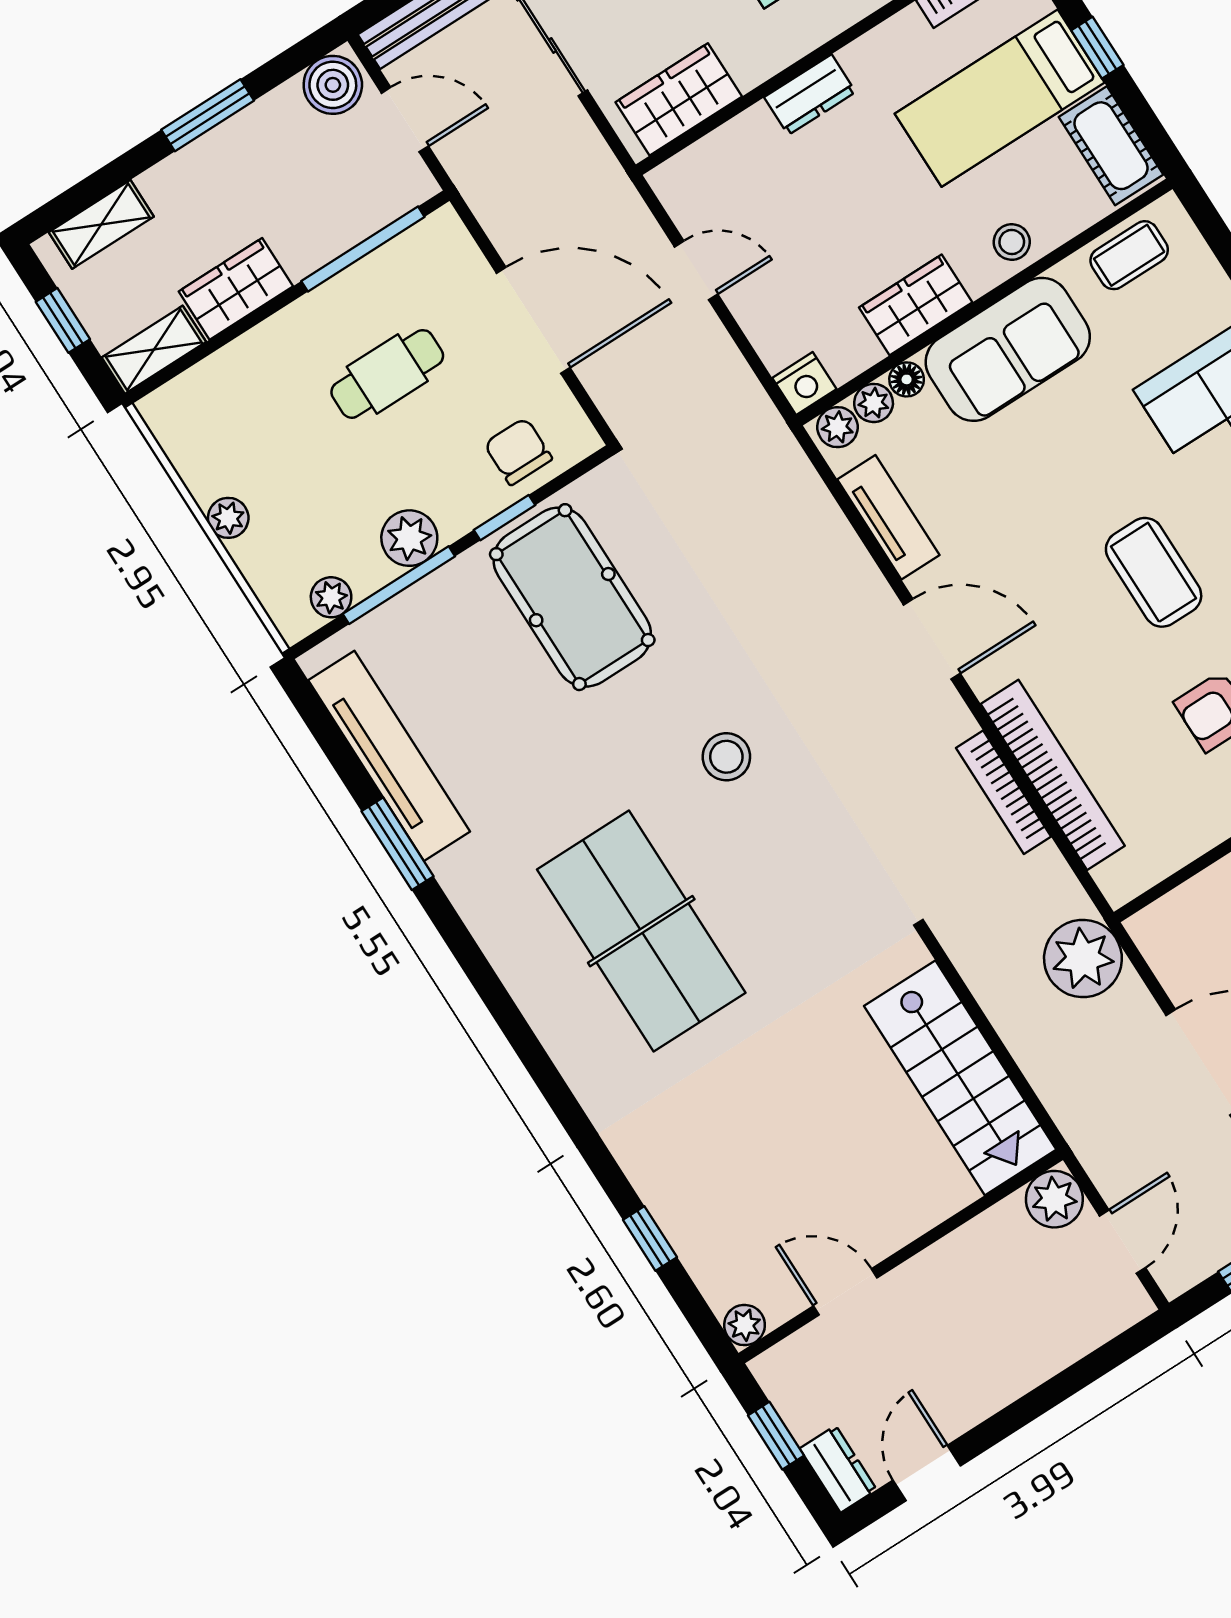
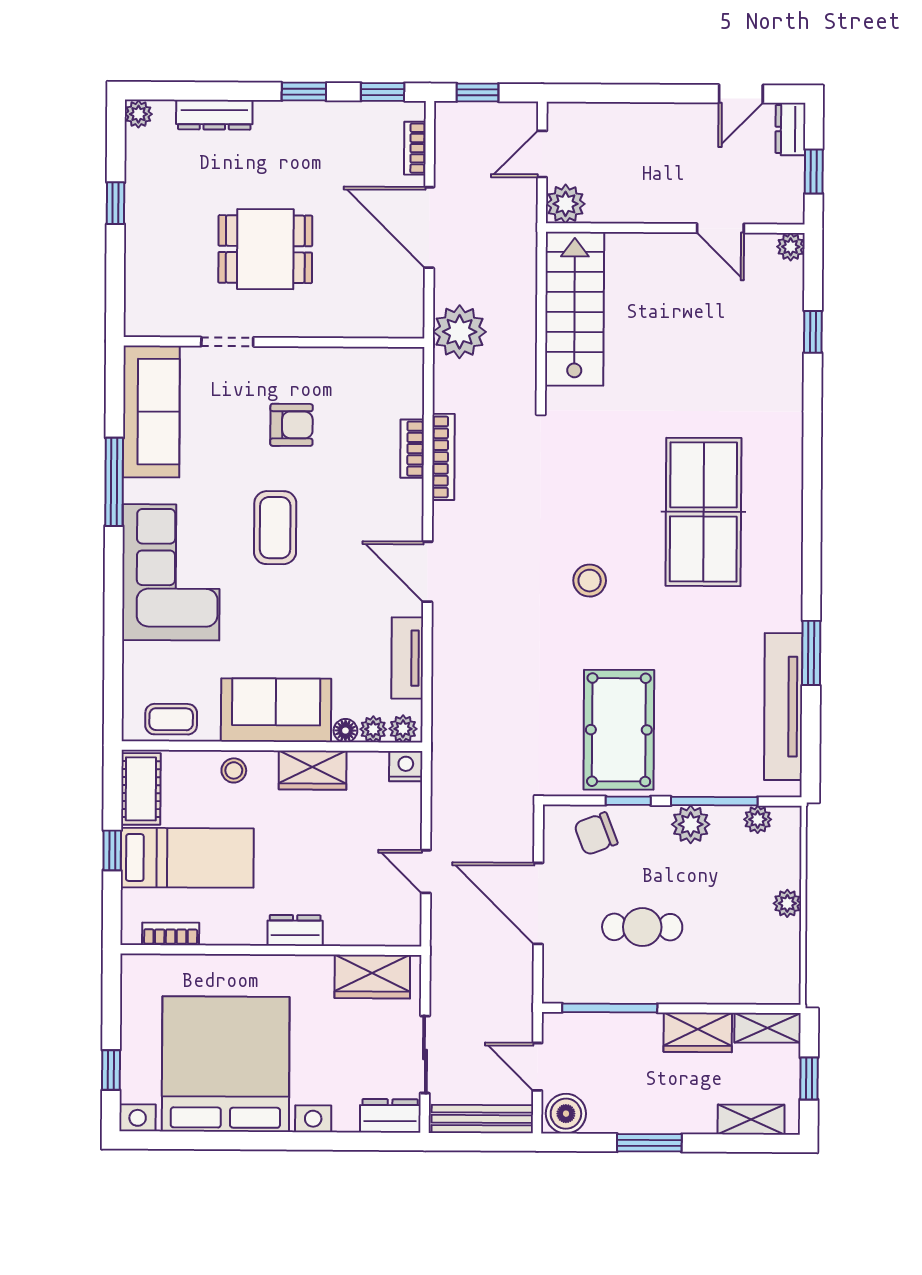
chair: (518, 451) -> (596, 834), turned 69
bookcase: (1053, 775) -> (412, 449), width x0.43, depth x0.76

